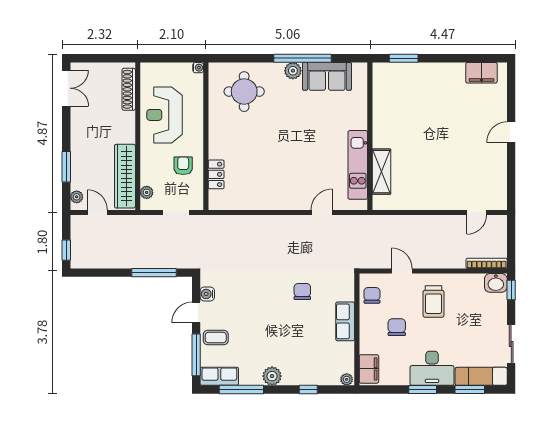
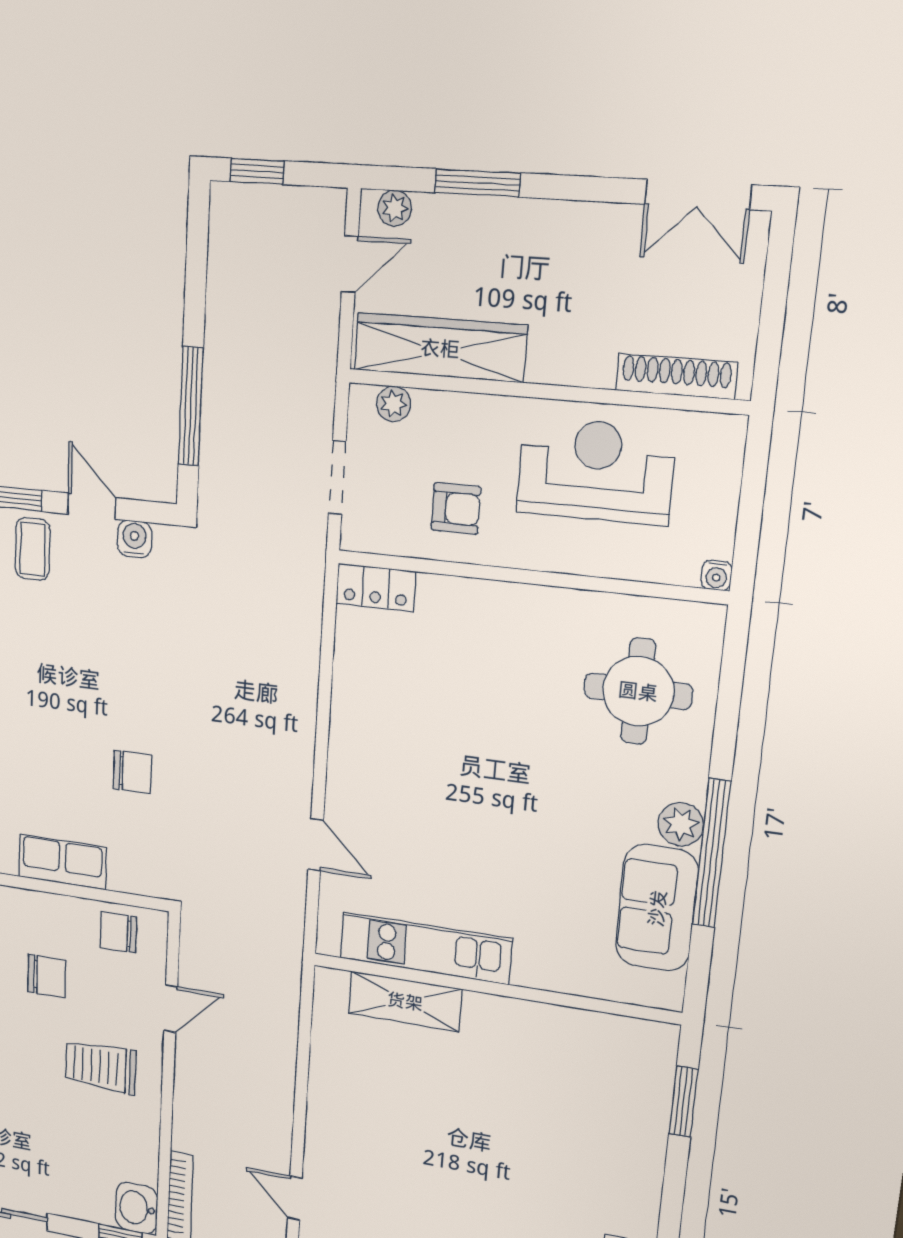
locker: (216, 174) -> (376, 587), moved
chair: (372, 295) -> (118, 932), turned 180

